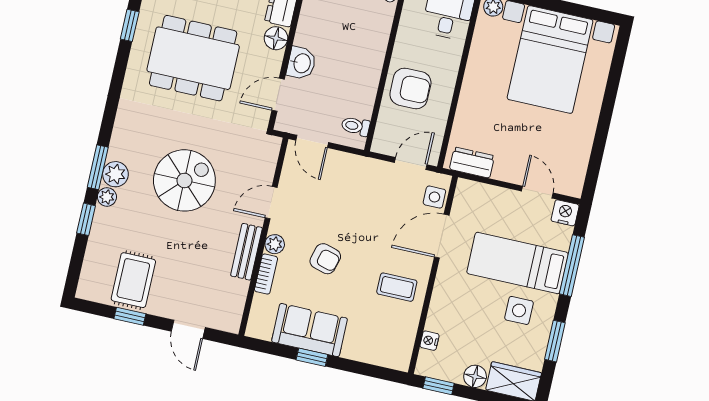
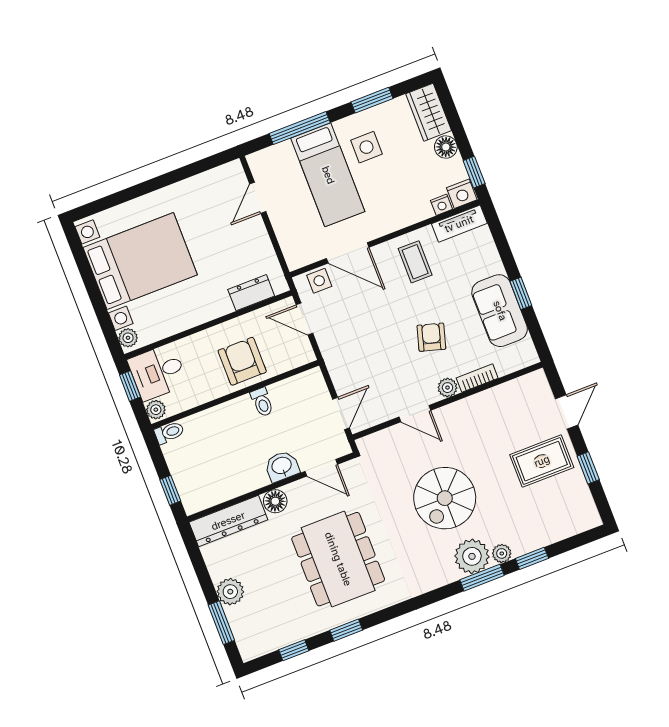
toilet: (356, 126) -> (262, 402), moved
dresser: (472, 163) -> (251, 293), moved, turned 90
plant: (115, 174) -> (472, 556), width x1.36, depth x1.36
spiral stairs: (184, 180) -> (445, 498), turned -90
nightstand: (565, 213) -> (462, 194), moved, turned -90
bench: (246, 252) -> (470, 407), removed
rug: (133, 280) -> (542, 461), moved
tv unit: (404, 345) -> (459, 224), added

